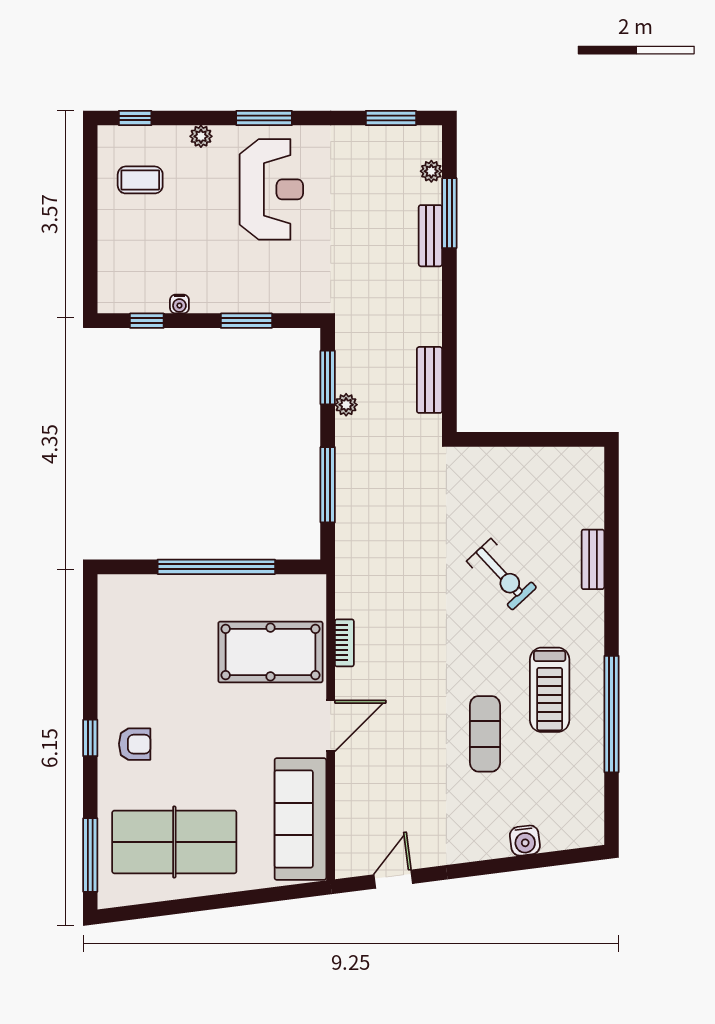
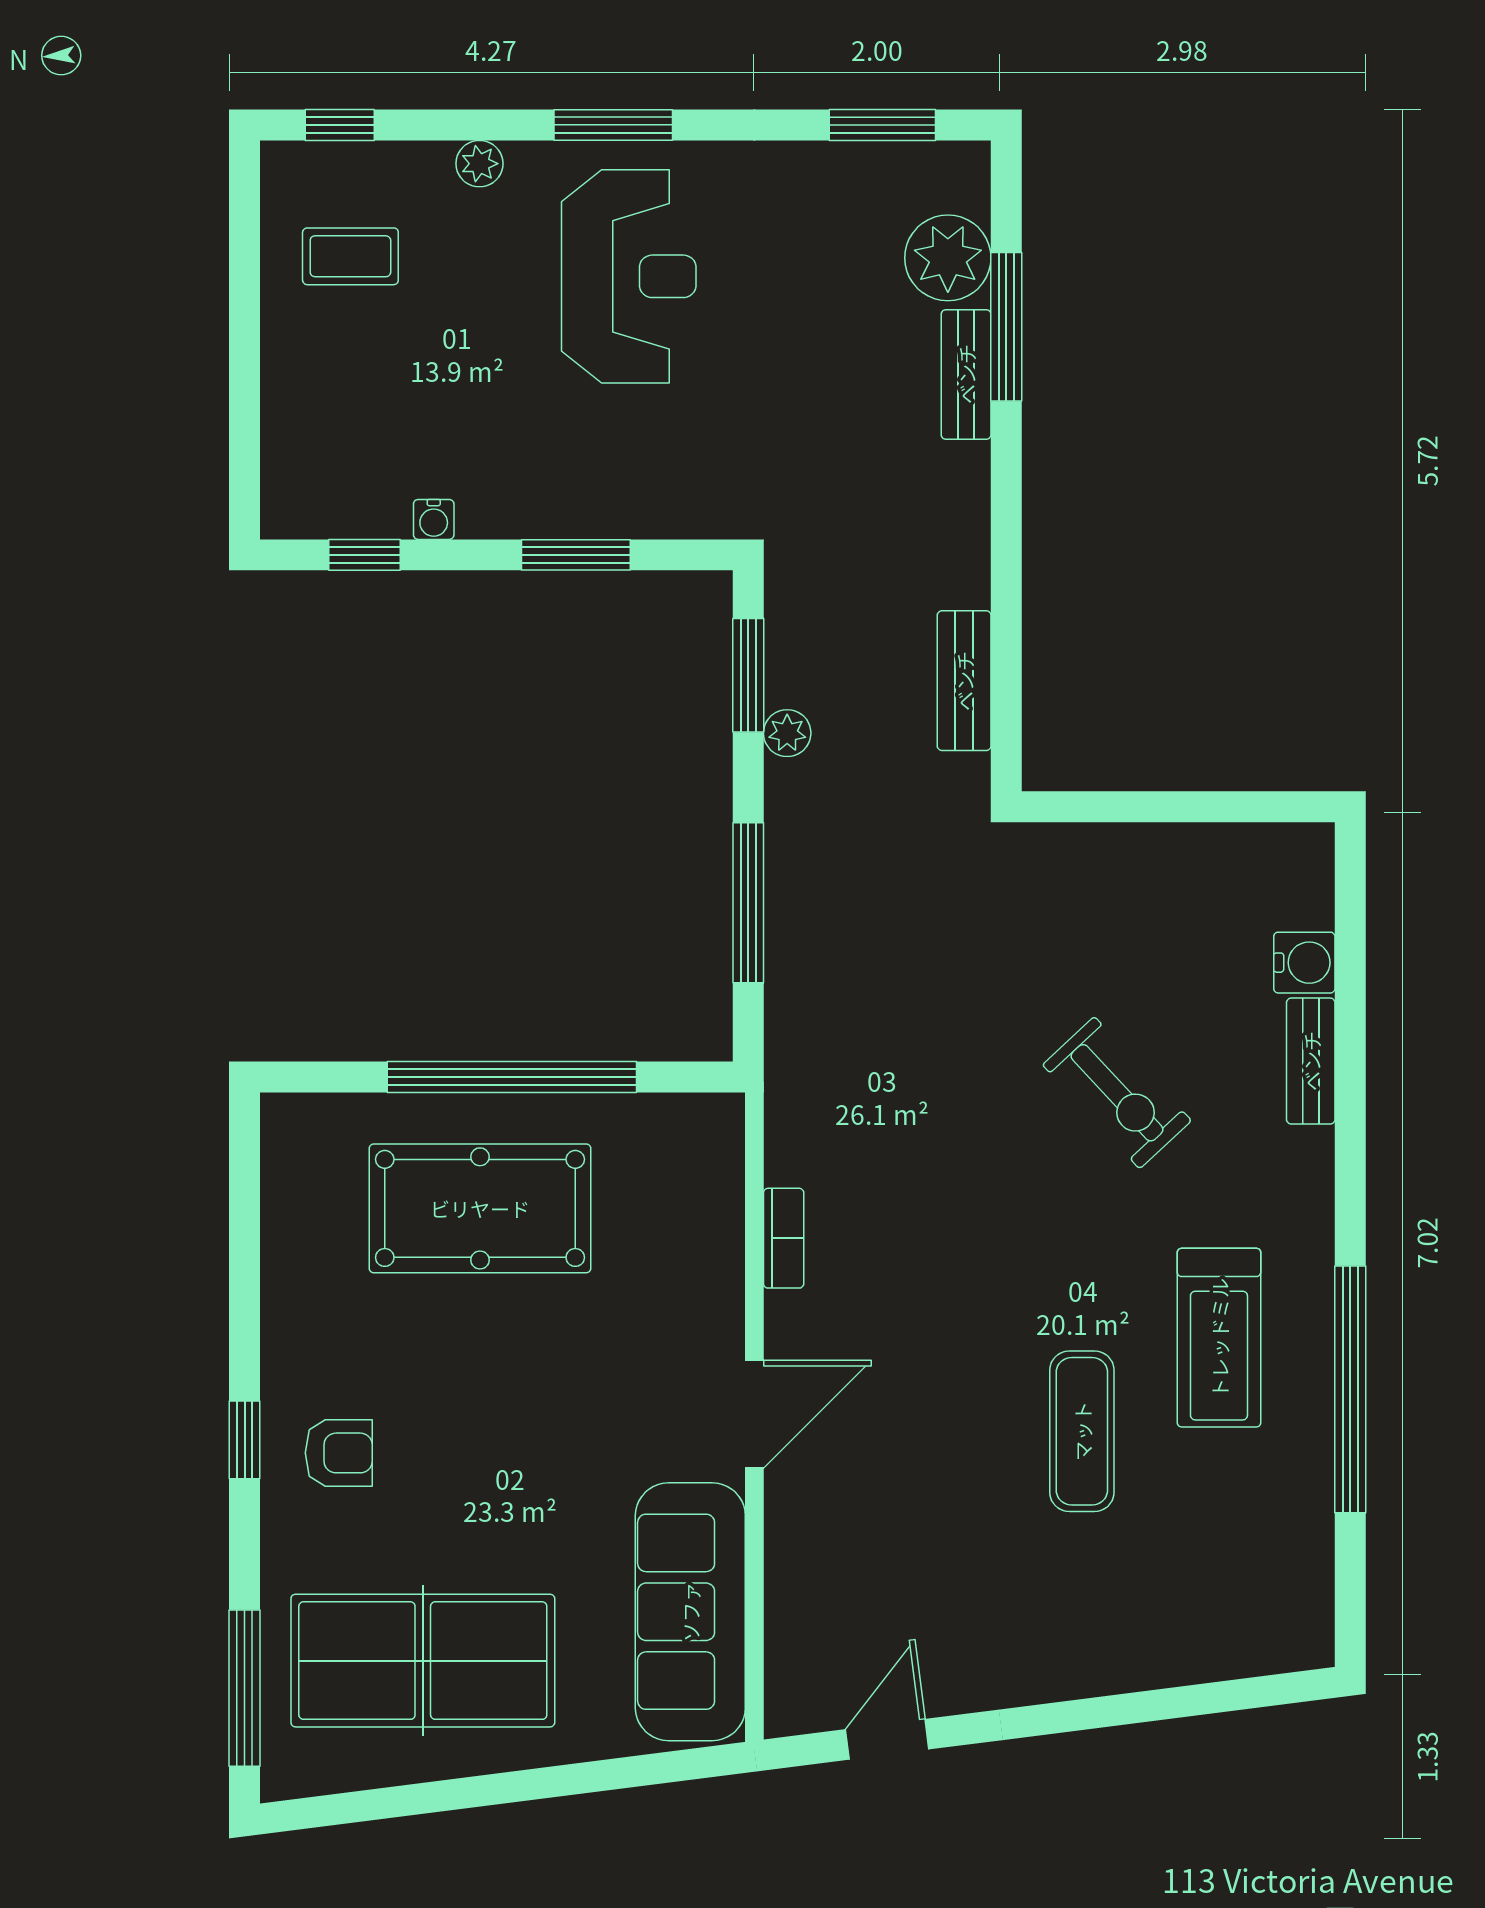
plant: (431, 171) -> (948, 258), width x1.88, depth x1.88
pool table: (270, 652) -> (480, 1208), moved
water cooler: (525, 841) -> (1304, 963), moved, turned -83

